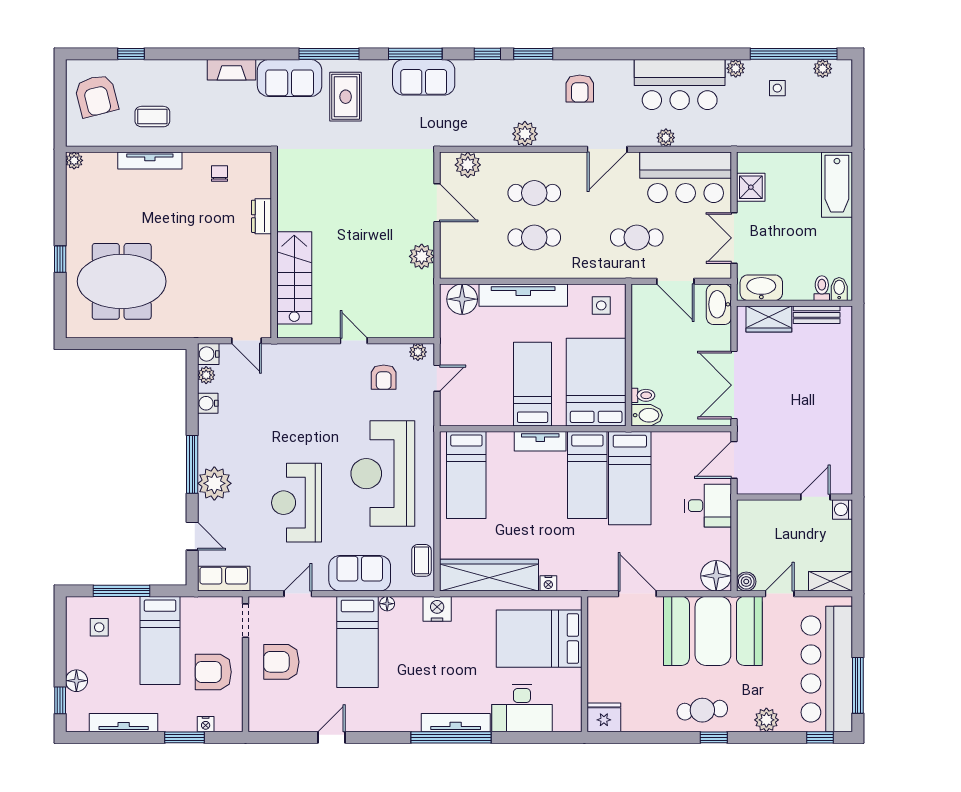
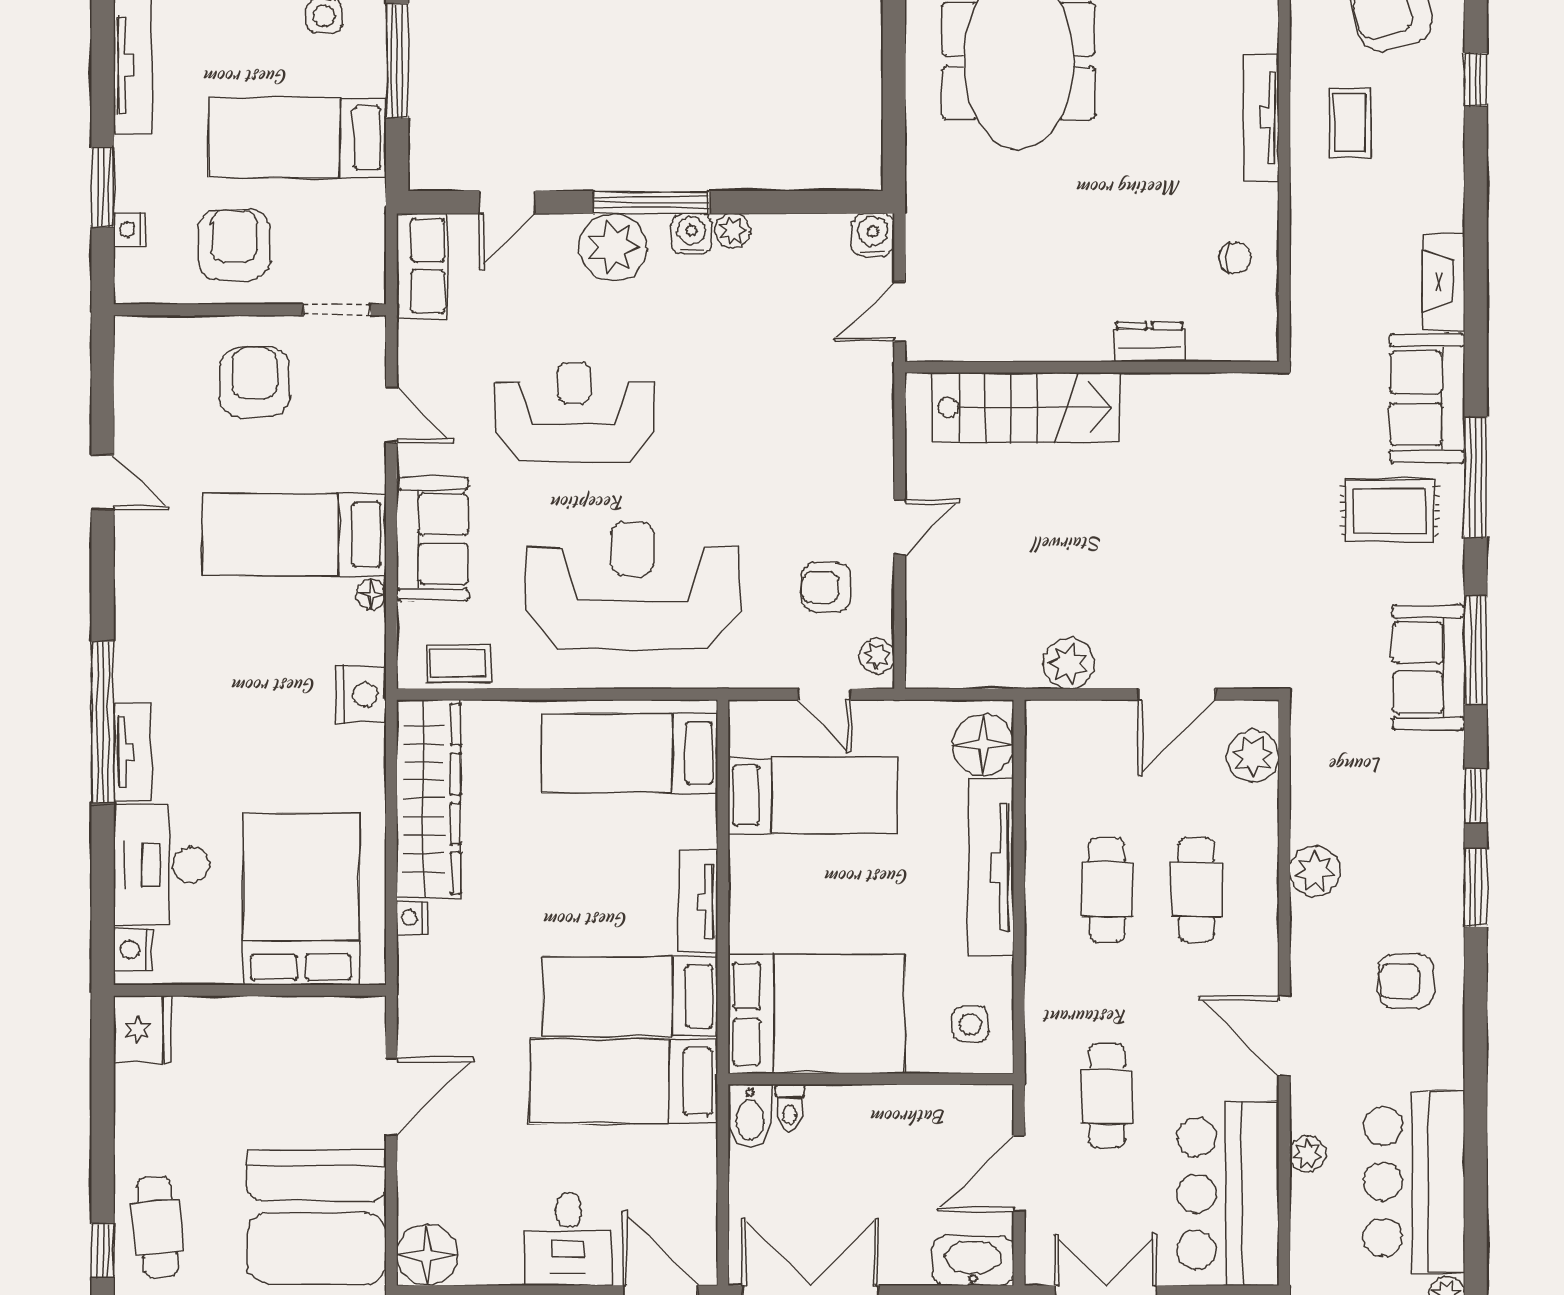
plant: (206, 375) -> (733, 231), moved
bed: (533, 384) -> (813, 795), moved
water cooler: (208, 403) -> (691, 234), moved
nightstand: (564, 722) -> (133, 950), added
tv unit: (456, 723) -> (132, 752), width x0.71

